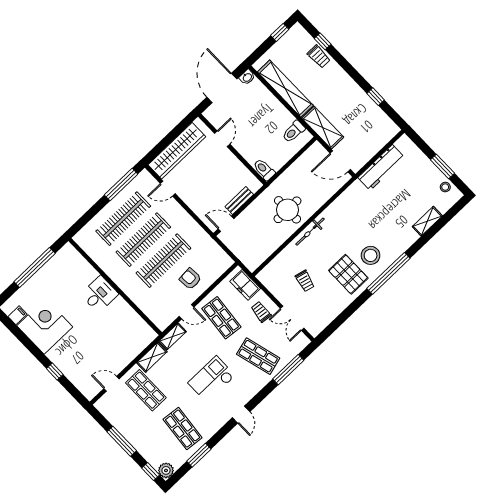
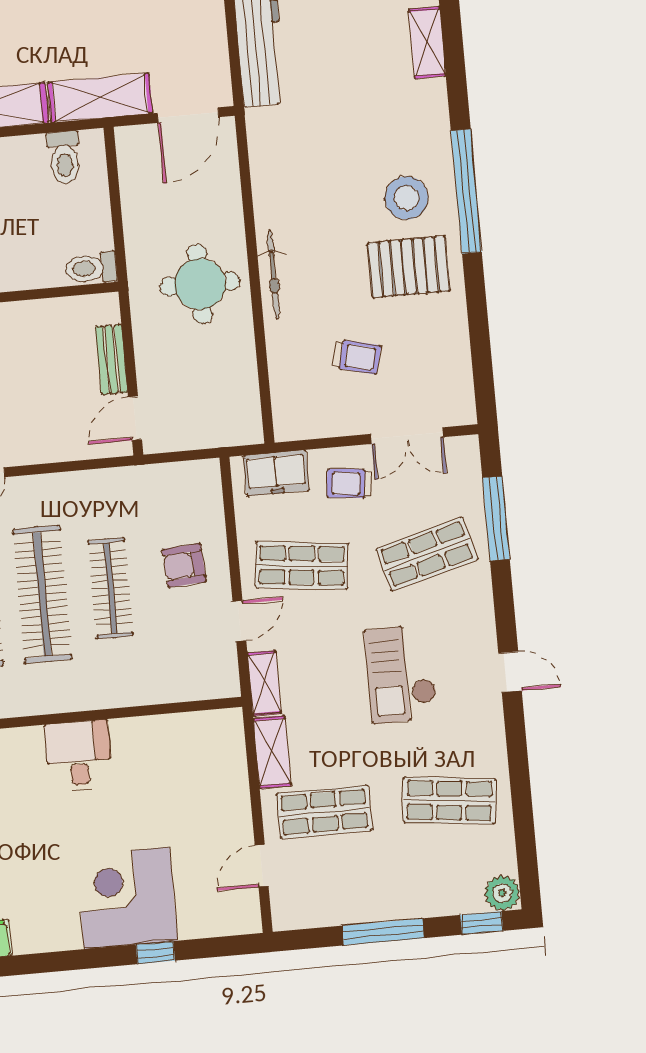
clothes rail: (163, 261) -> (111, 588), width x0.73, depth x0.76
corner desk: (45, 326) -> (127, 898), moved
window: (199, 455) -> (523, 810), removed

